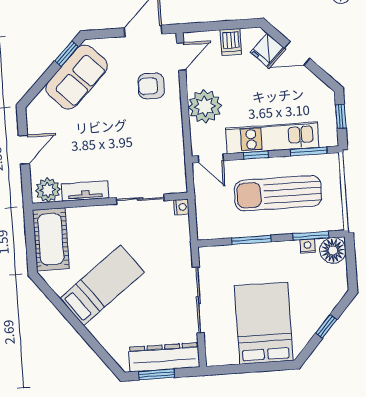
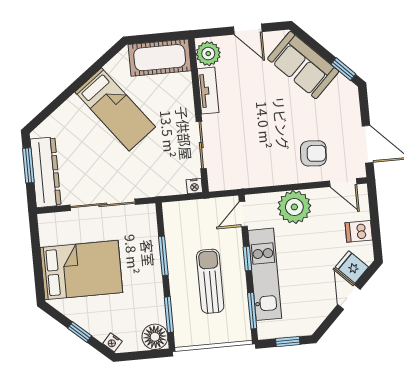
sofa: (77, 77) -> (303, 65), moved
armchair: (151, 86) -> (313, 153), turned 94
sun lounger: (278, 193) -> (210, 281), width x0.73, depth x0.75
nightstand: (308, 246) -> (112, 342), moved, turned 132

